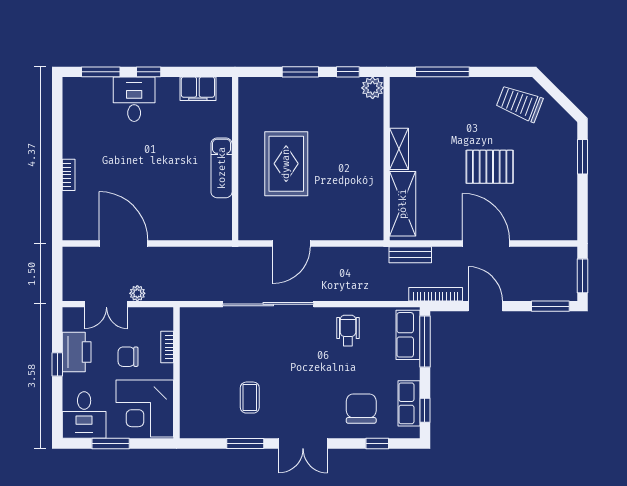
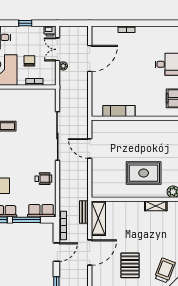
shelving: (399, 149) -> (156, 206), moved
rug: (286, 164) -> (144, 173), moved
pallet: (490, 167) -> (130, 265), moved
exam couch: (222, 168) -> (119, 111), moved
shelving: (403, 204) -> (98, 218), moved, turned 90
window: (425, 342) -> (26, 220), moved
printer: (77, 352) -> (50, 31), moved, width x0.53, depth x0.68

